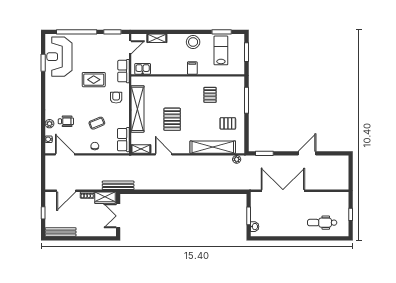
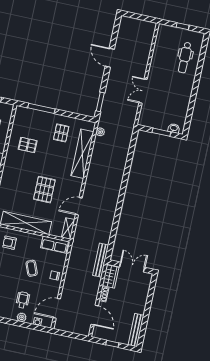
pallet: (172, 119) -> (44, 190), turned 90
double door: (283, 191) -> (143, 91), width x0.54
double door: (118, 216) -> (132, 267), swing flipped

